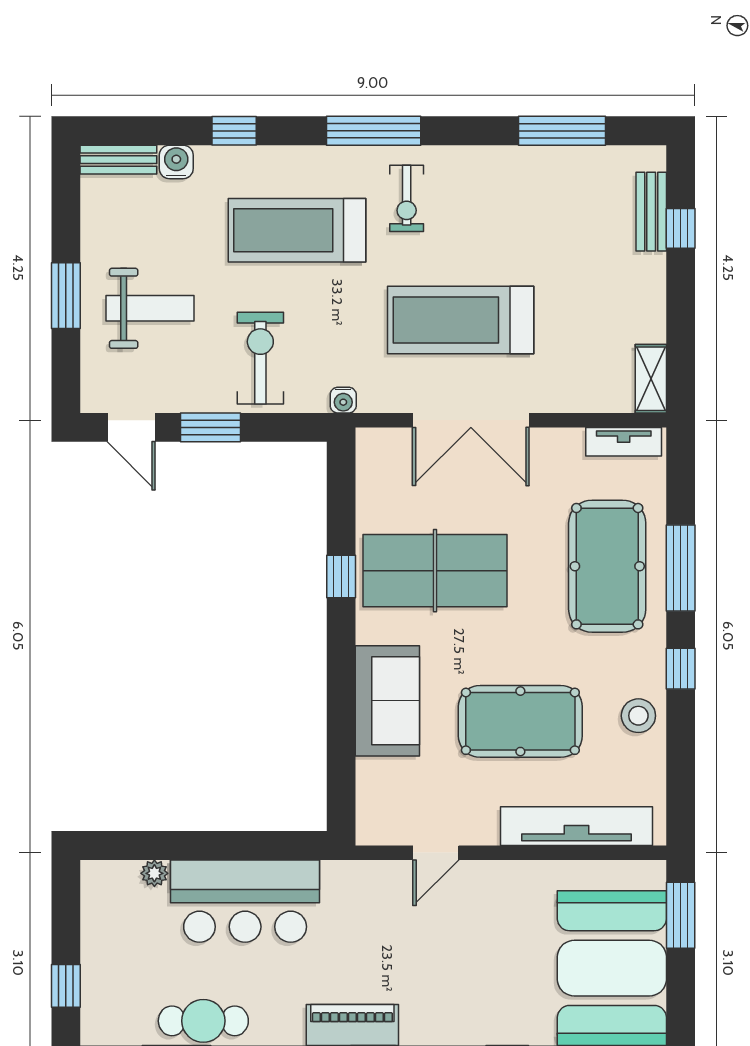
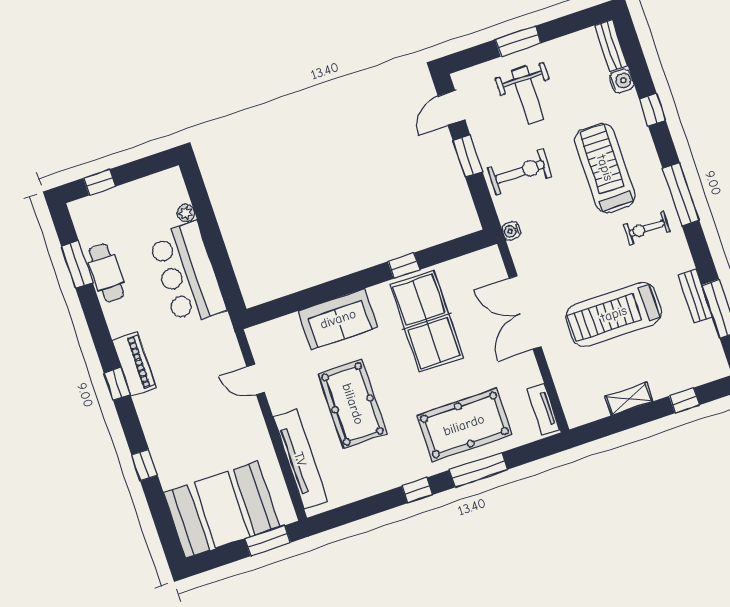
bench: (651, 212) -> (695, 296), moved, turned 90
treadmill: (461, 320) -> (614, 314), moved, turned -90
shelving: (651, 379) -> (629, 399), moved
stool: (638, 716) -> (380, 474), removed

